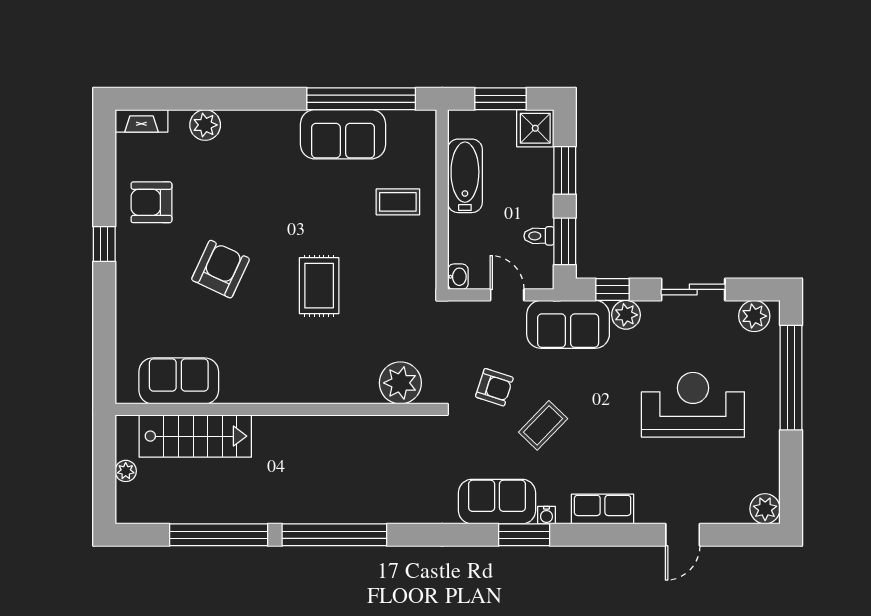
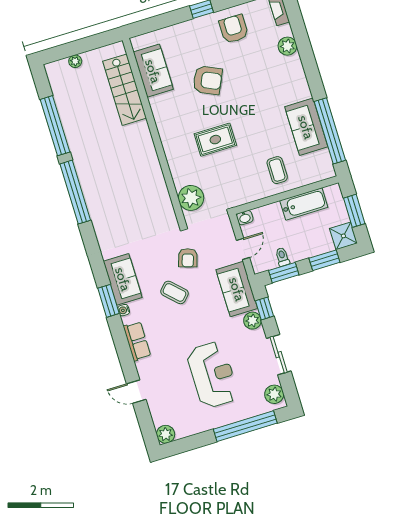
sofa: (179, 381) -> (153, 71), moved
plant: (400, 383) -> (191, 198), moved
wall: (276, 409) -> (154, 131), moved
stairs: (195, 436) -> (125, 90), moved

